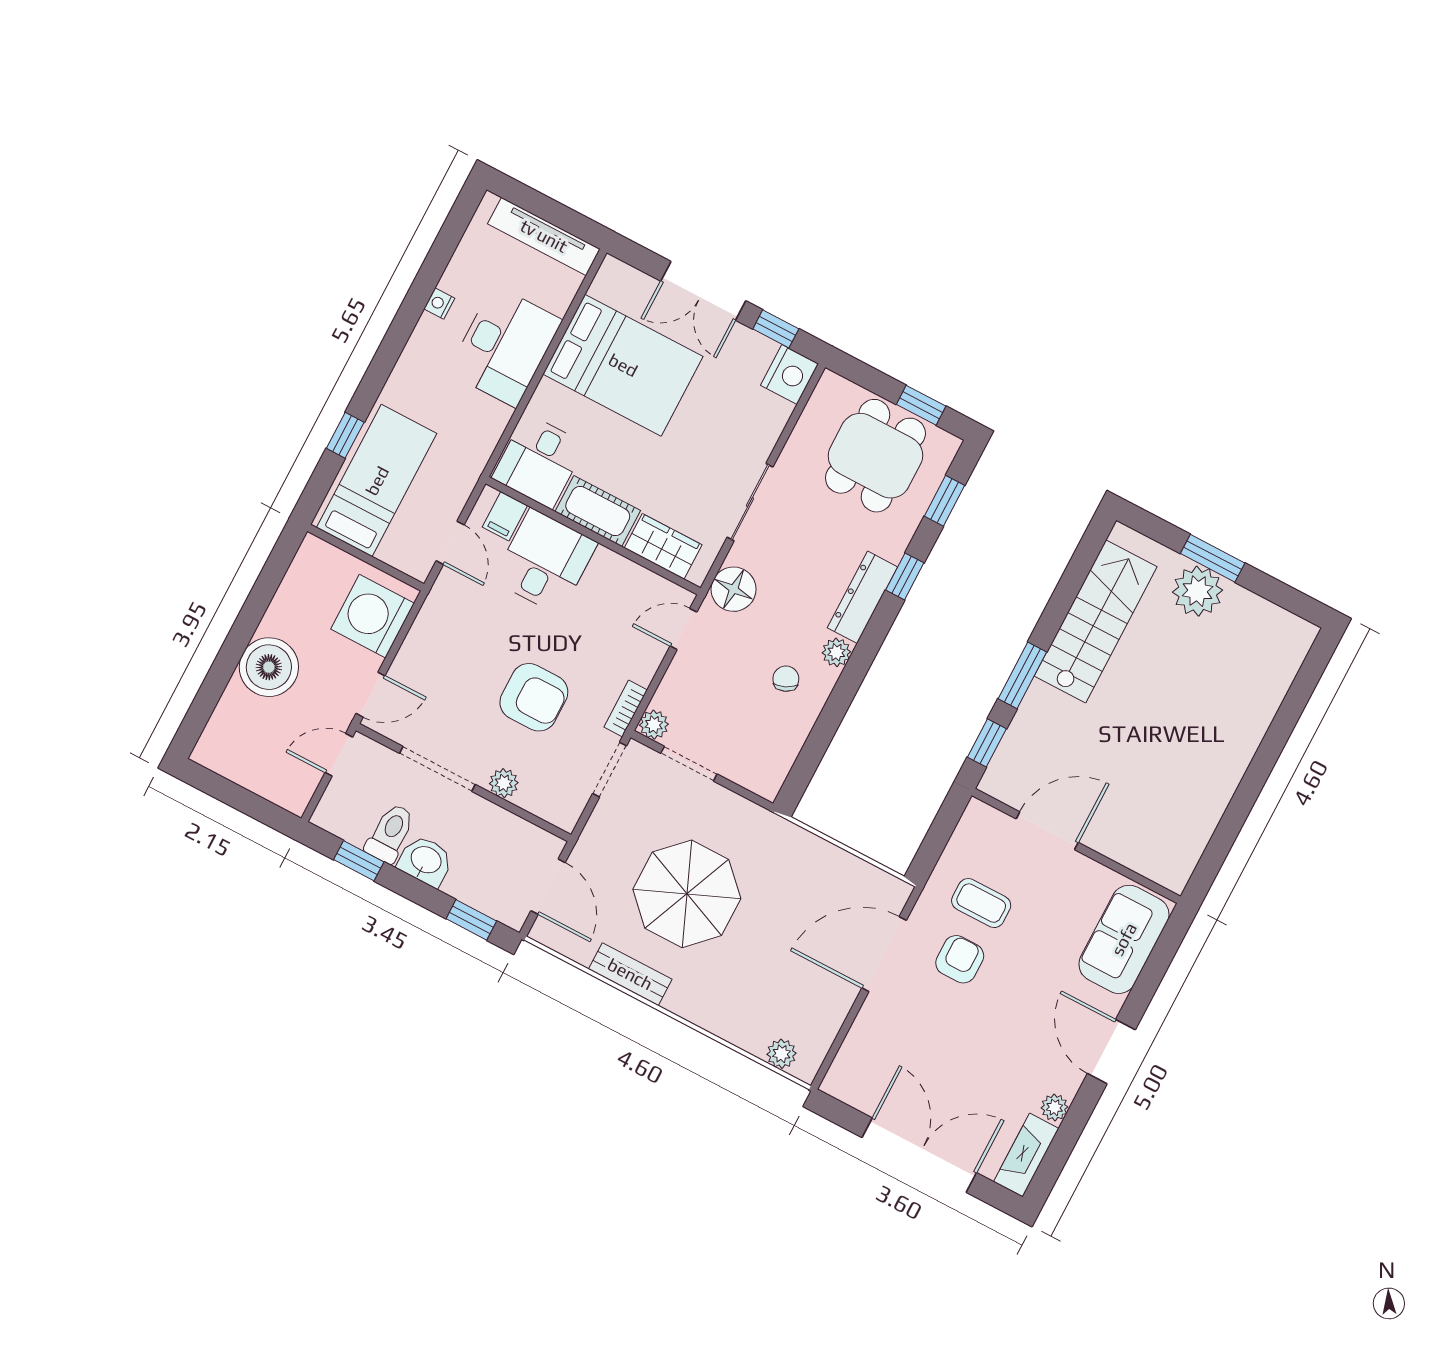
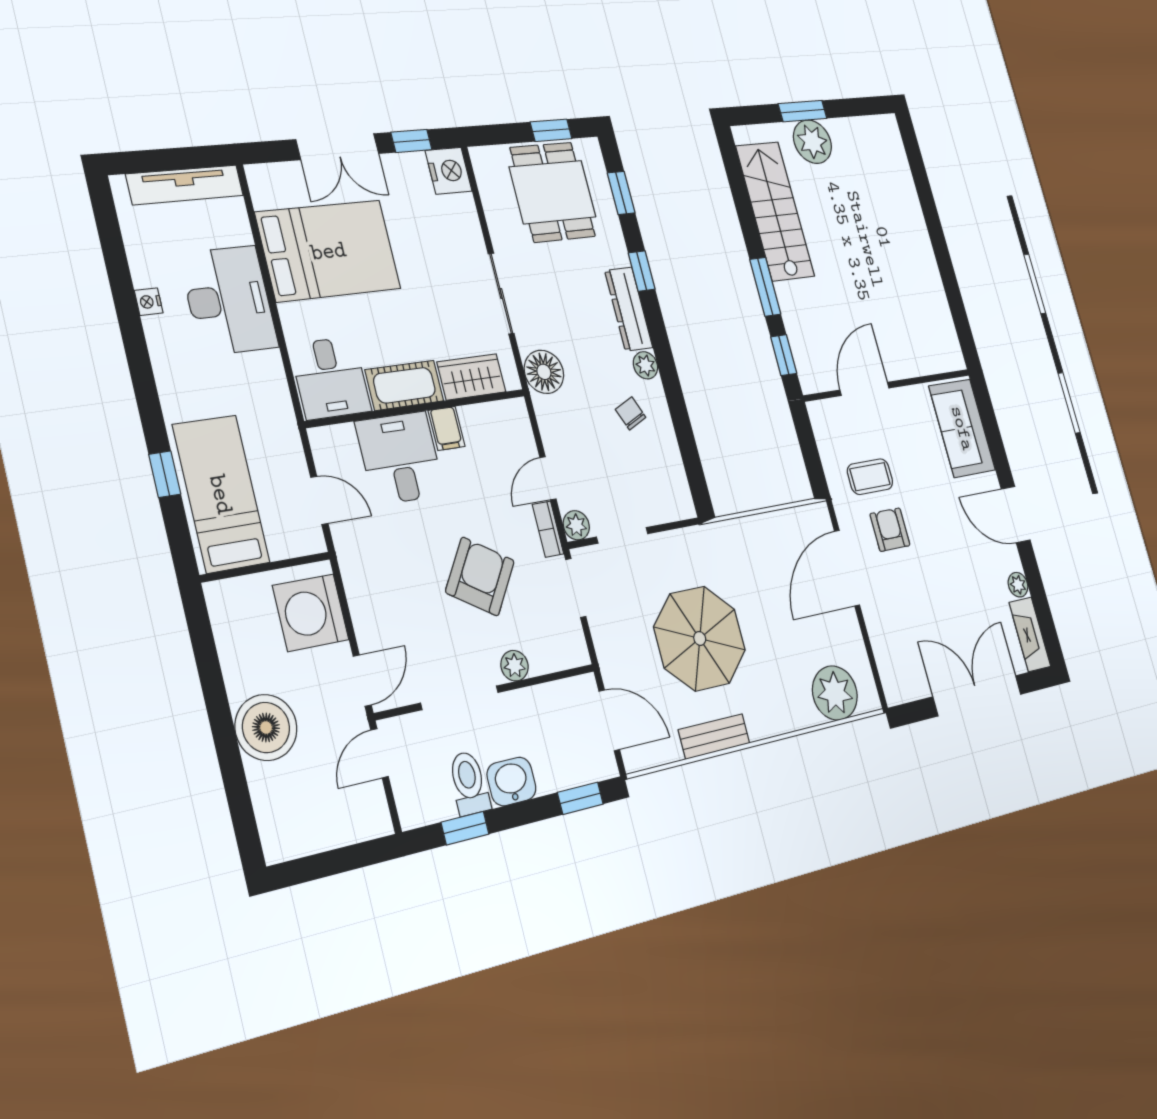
filing cabinet: (505, 516) -> (447, 428), moved
door: (683, 629) -> (548, 478), moved
armchair: (534, 697) -> (480, 576), turned -57
plant: (782, 1054) -> (835, 693), width x1.87, depth x1.87

